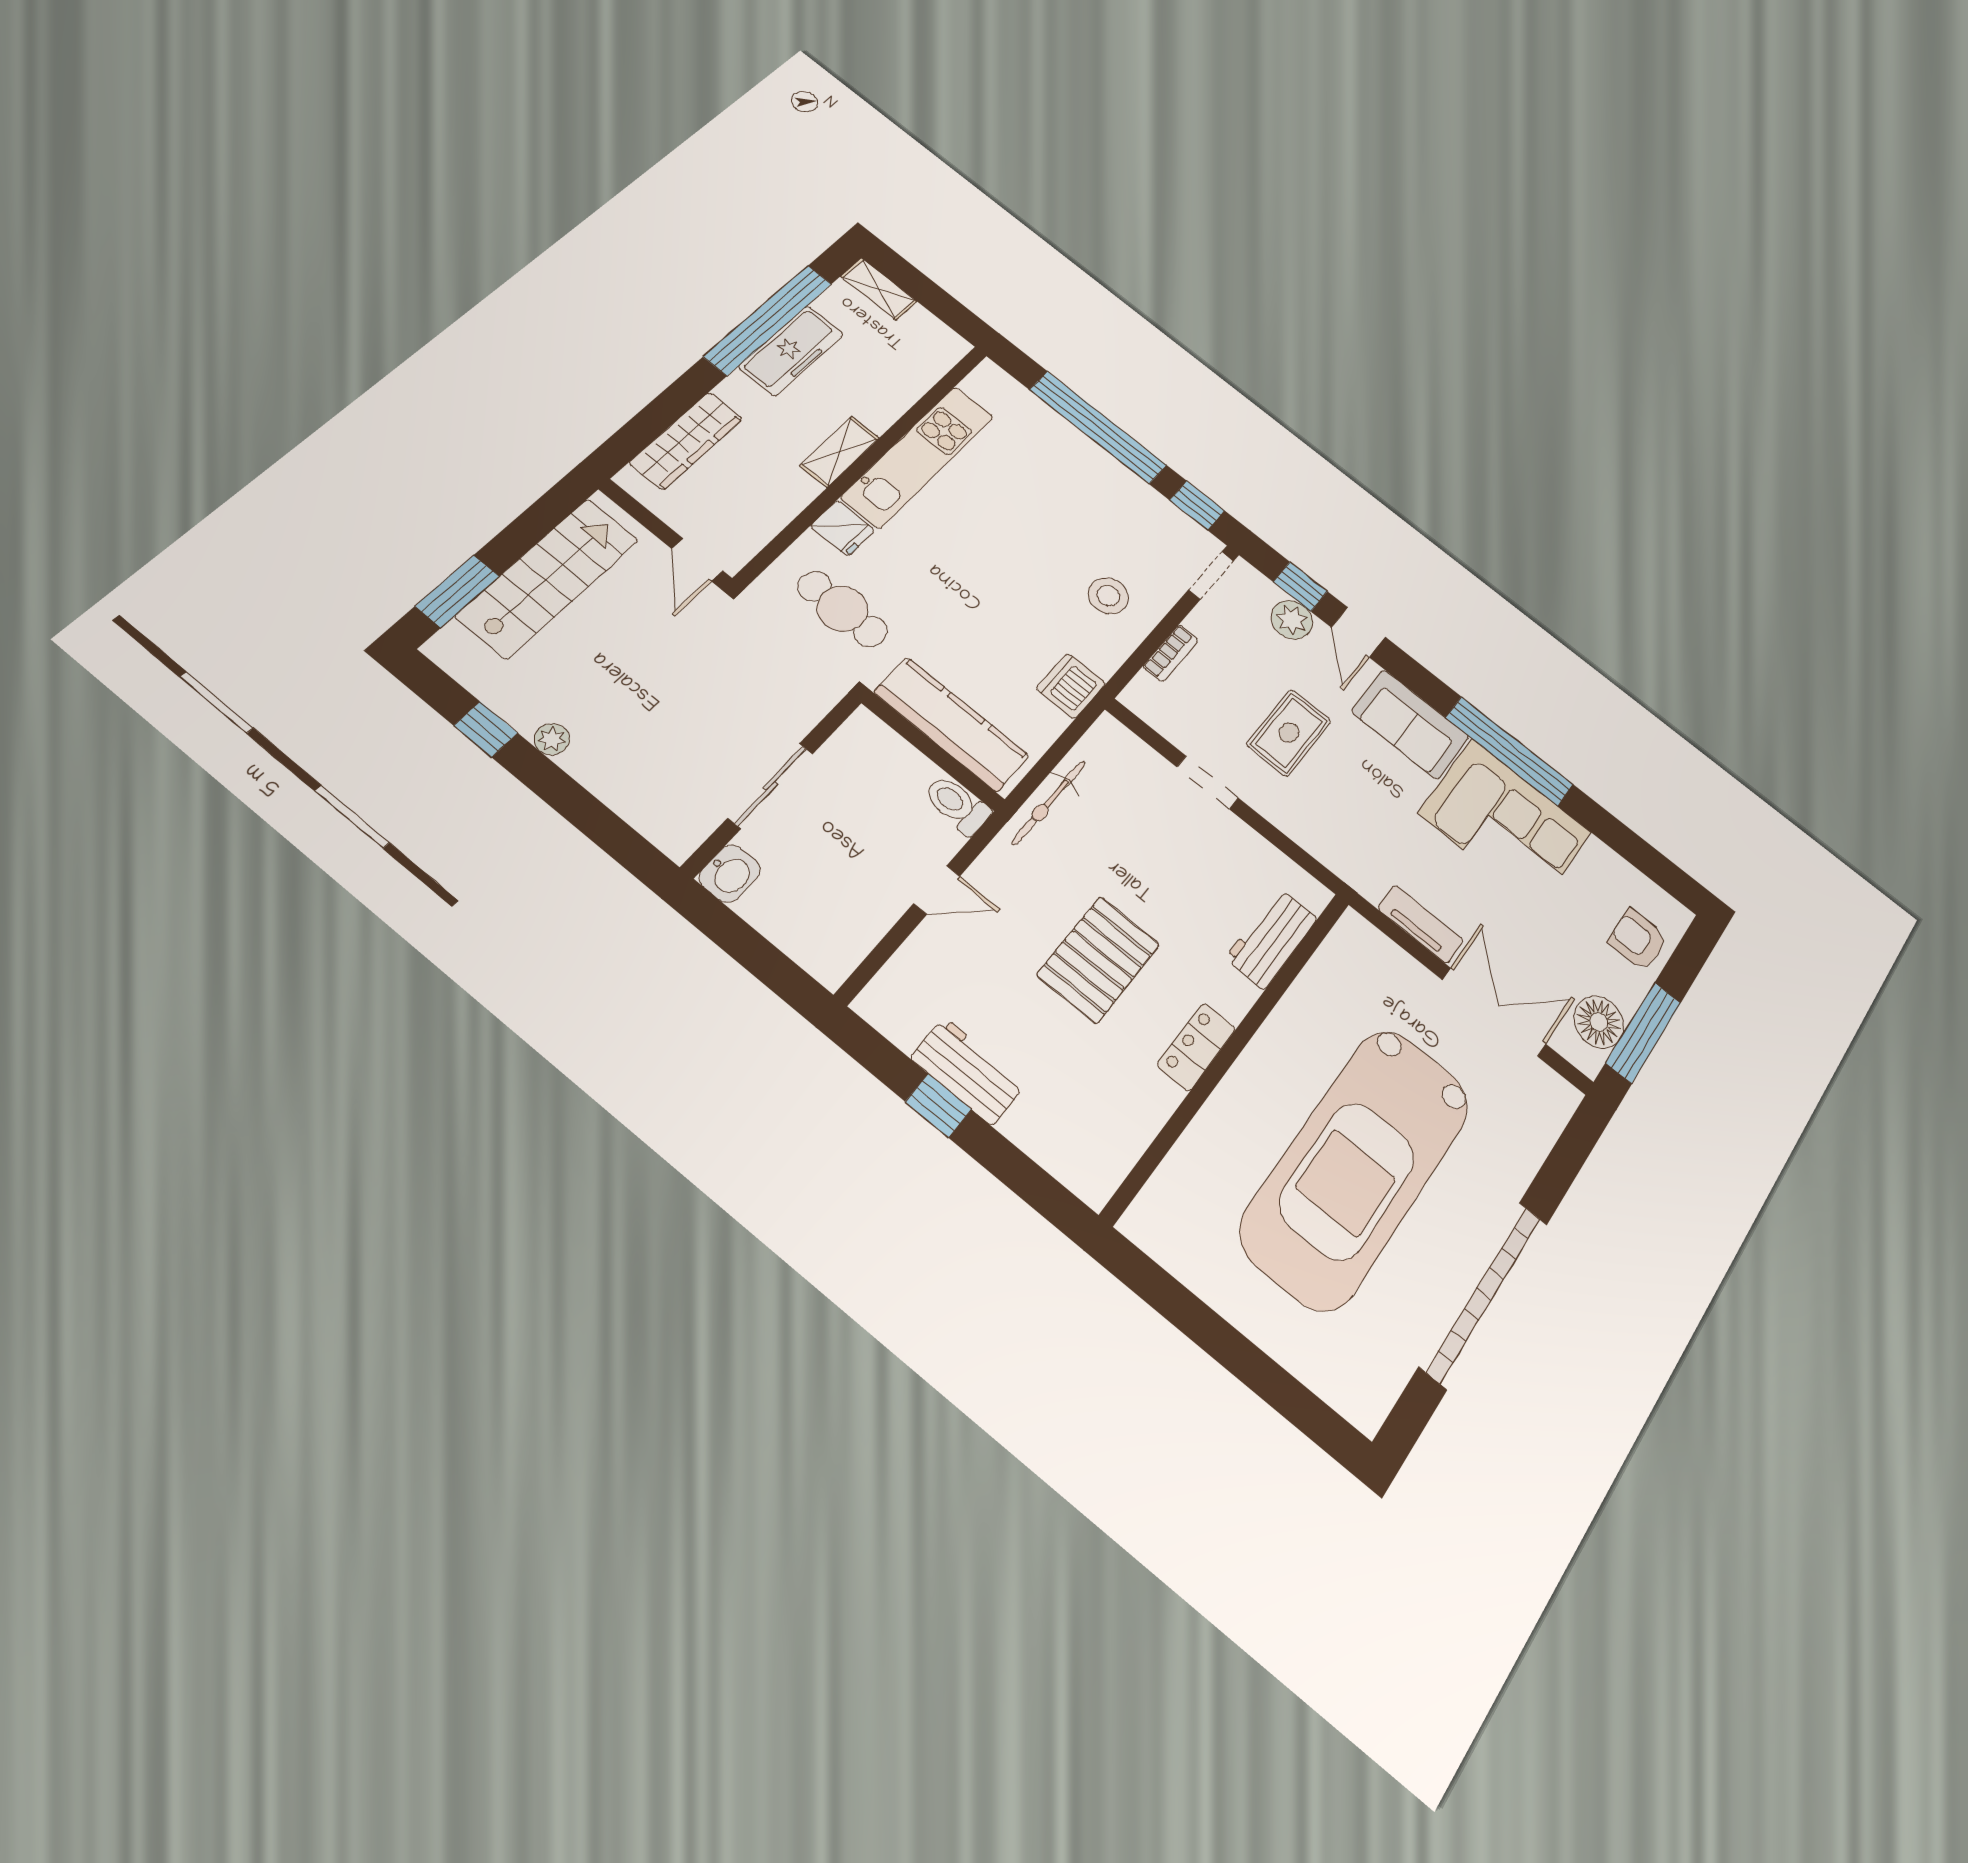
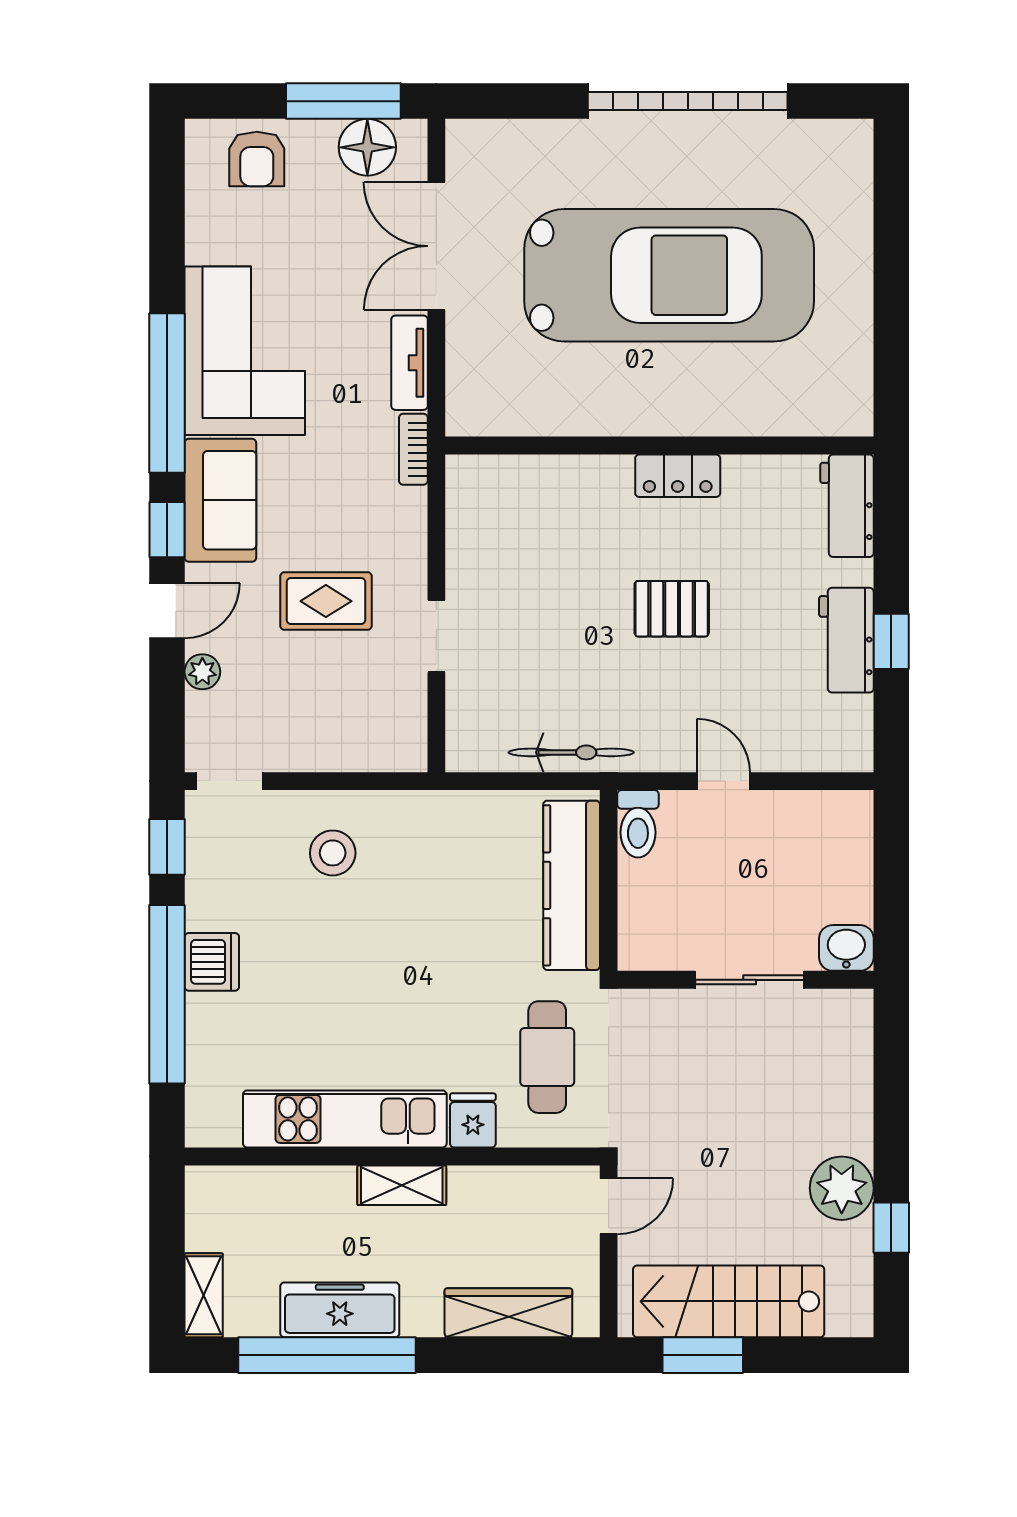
window: (1300, 587) -> (167, 530), moved
window: (457, 591) -> (703, 1355), moved
plant: (1292, 620) -> (202, 672), width x0.73, depth x0.73
bookcase: (1171, 653) -> (413, 449), moved, turned -90
dishwasher: (1071, 686) -> (212, 962), moved, turned -90
plant: (552, 739) -> (842, 1188), width x1.88, depth x1.88
workbench: (1271, 938) -> (847, 506), moved, turned 90
pallet: (1098, 960) -> (672, 609), width x0.67, depth x0.71

